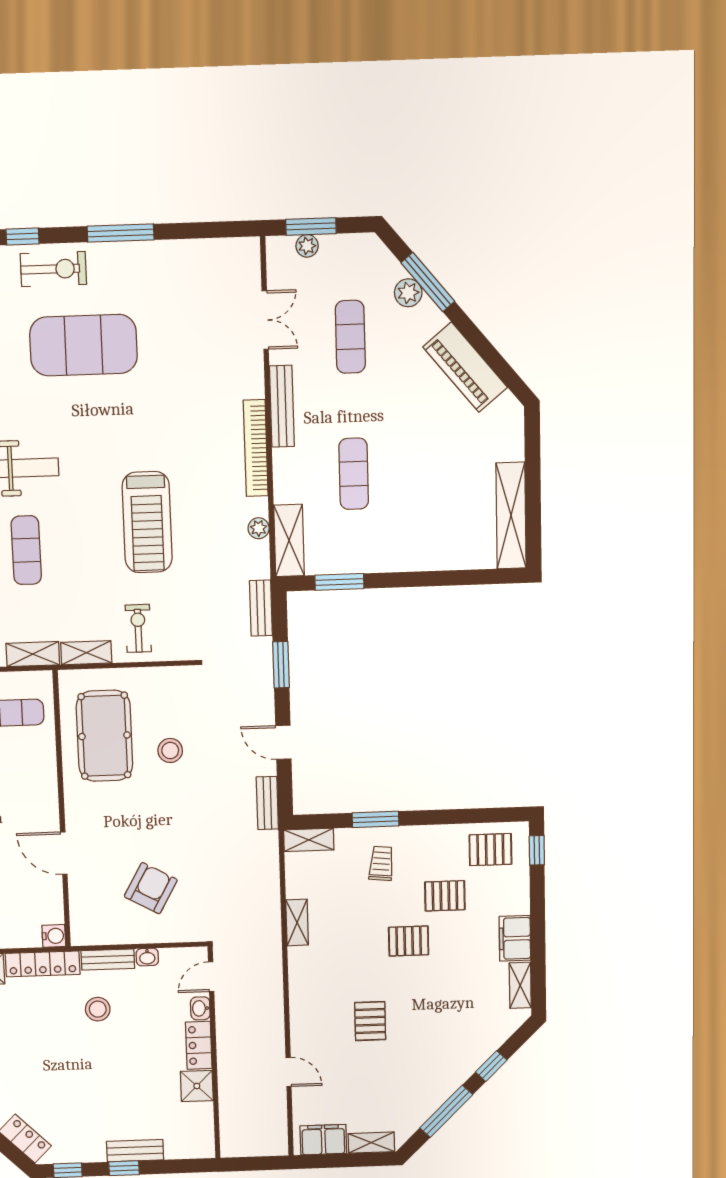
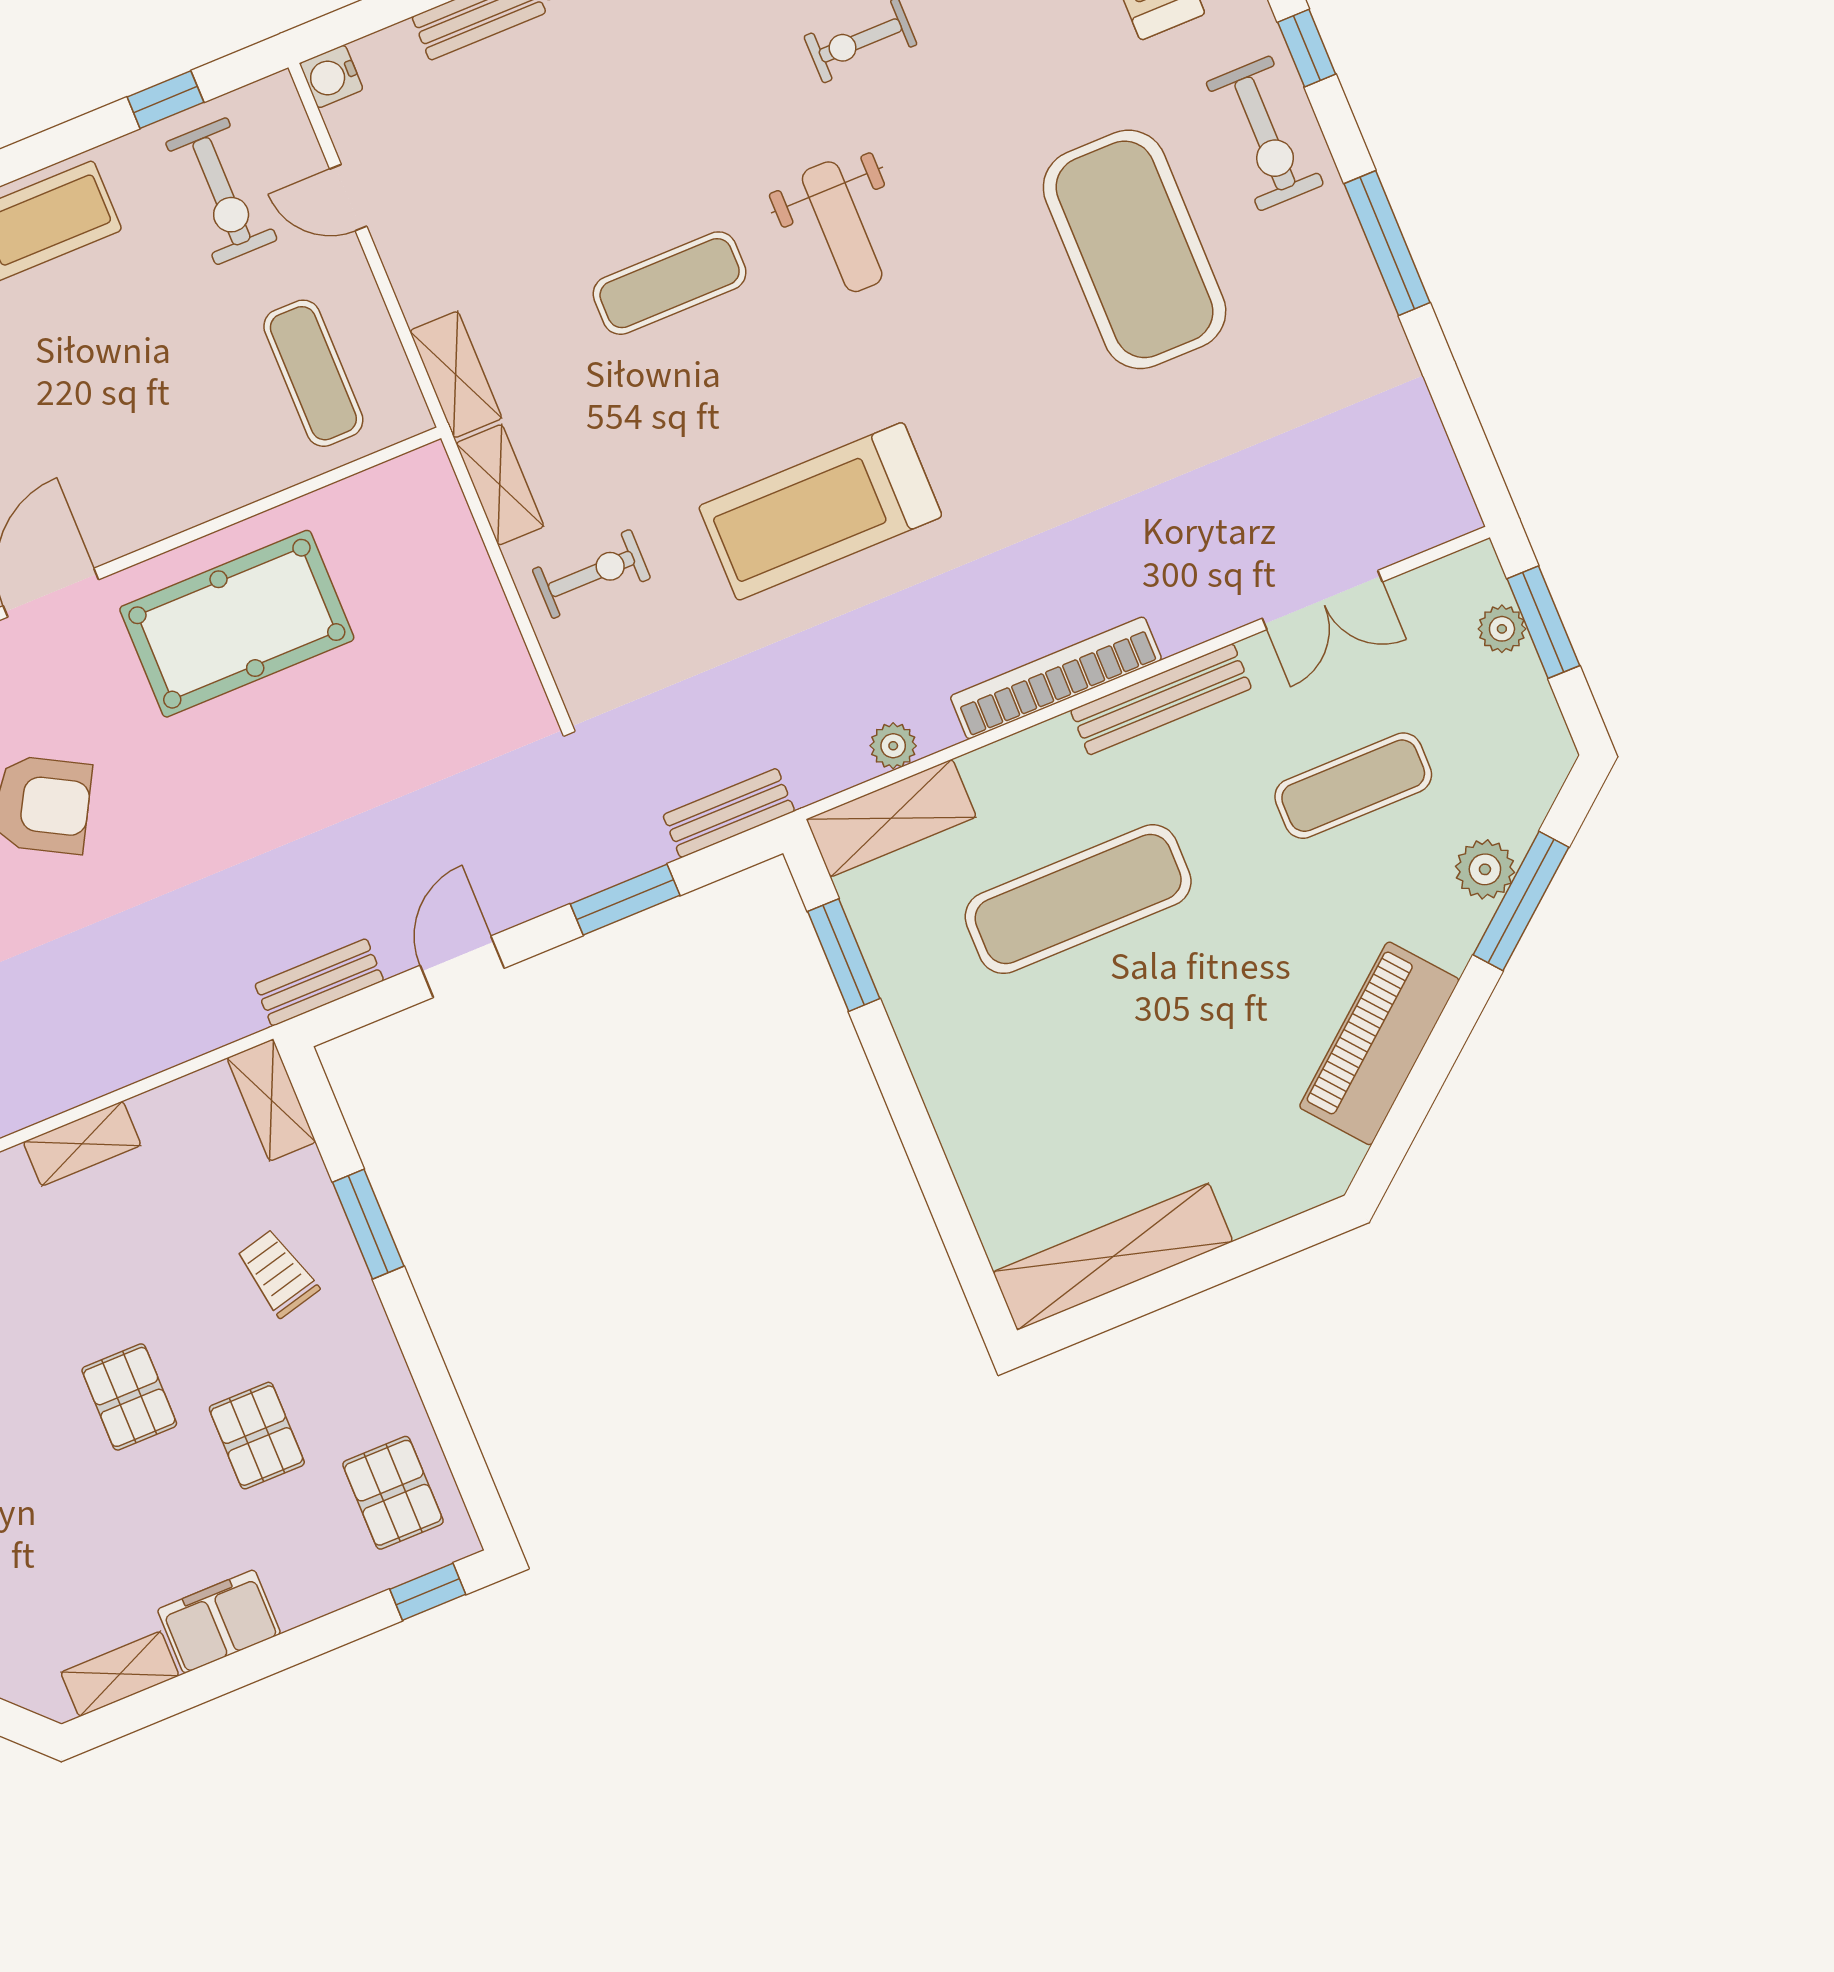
exercise mat: (354, 474) -> (1078, 899), width x1.36, depth x1.45
pool table: (104, 736) -> (237, 624), moved
stool: (170, 750) -> (356, 736), removed
trolley: (381, 863) -> (277, 1273), turned -110

